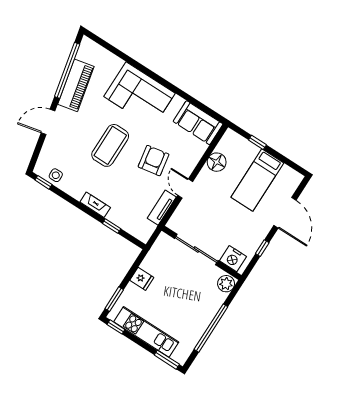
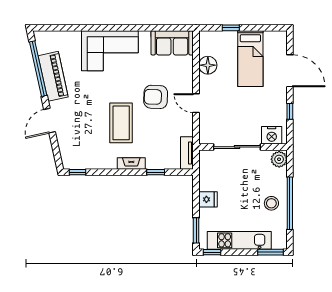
coffee table: (110, 145) -> (121, 123), moved
armchair: (154, 161) -> (156, 97), turned -78
side table: (56, 175) -> (84, 160), removed
tv unit: (162, 208) -> (187, 153), moved
stool: (195, 318) -> (271, 203), added

